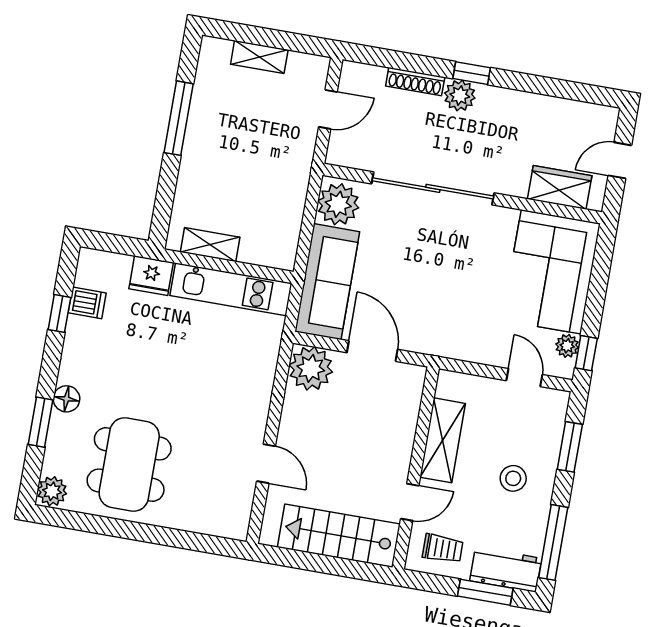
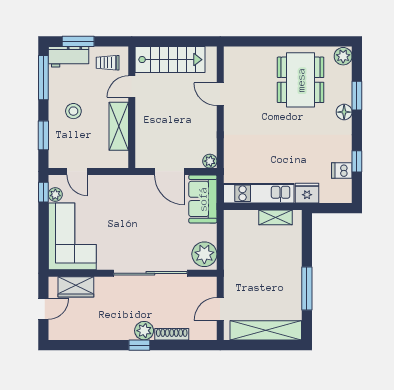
shelving: (259, 57) -> (266, 330), width x2.20, depth x1.33
sofa: (327, 282) -> (203, 199), width x0.73
plant: (311, 368) -> (210, 161), width x0.53, depth x0.53

